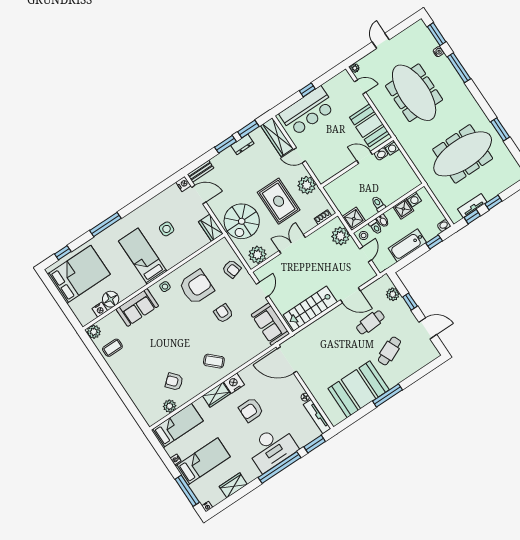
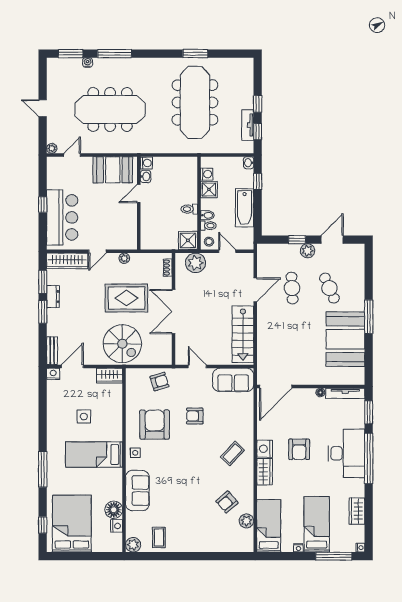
plant: (307, 185) -> (124, 258), width x0.53, depth x0.53
double door: (292, 244) -> (174, 312), width x1.37
plant: (257, 255) -> (162, 350), removed
plant: (393, 294) -> (308, 251), moved

